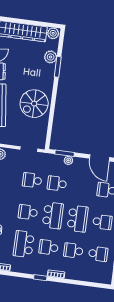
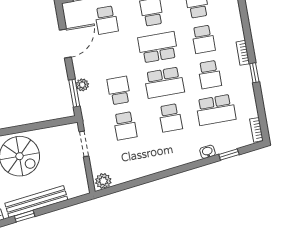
school desk: (57, 184) -> (119, 91), turned 180
school desk: (53, 215) -> (164, 83), turned 180

